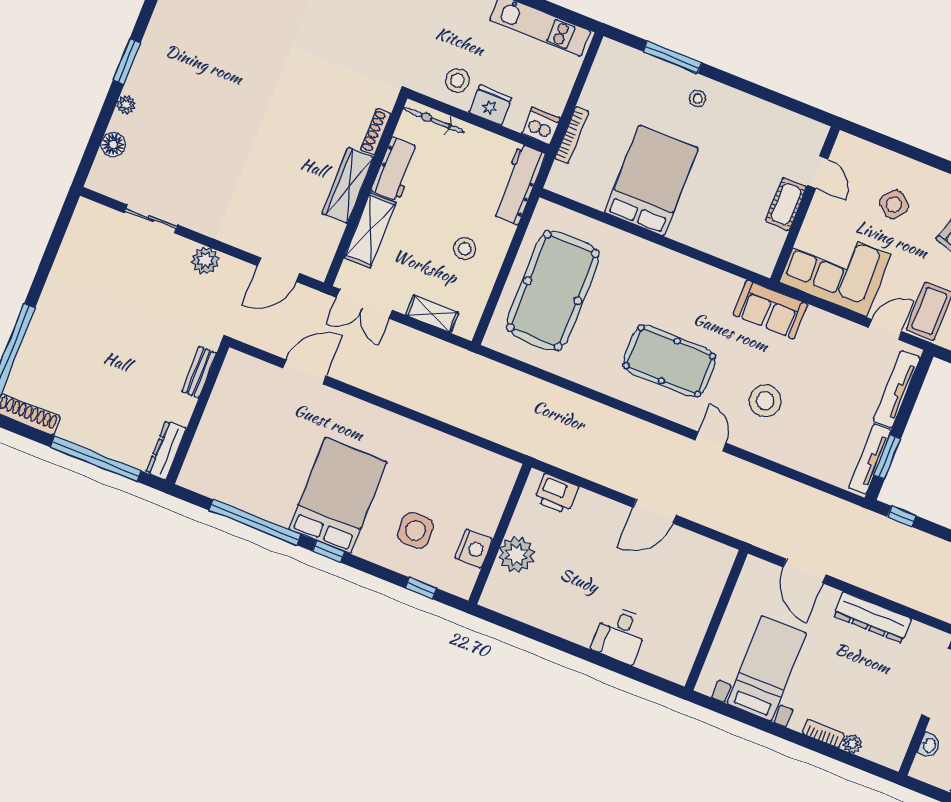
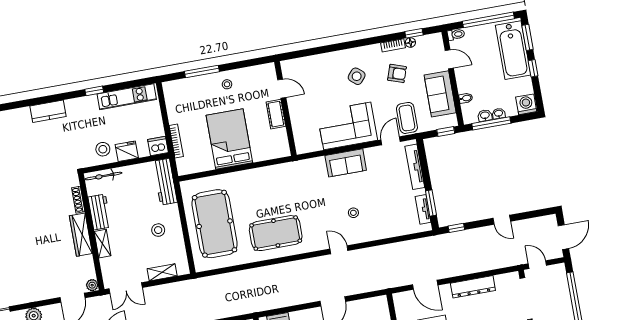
door: (818, 172) -> (282, 89), moved
cot: (786, 204) -> (276, 114), moved
wall: (805, 204) -> (285, 108), moved
shelving: (370, 230) -> (102, 244), width x0.67, depth x0.75
plant: (318, 269) -> (92, 285), added
sofa: (770, 309) -> (346, 163), moved
pool table: (669, 361) -> (276, 233), moved
stool: (765, 401) -> (353, 213), width x0.53, depth x0.53
tv unit: (870, 459) -> (423, 209), width x0.71

